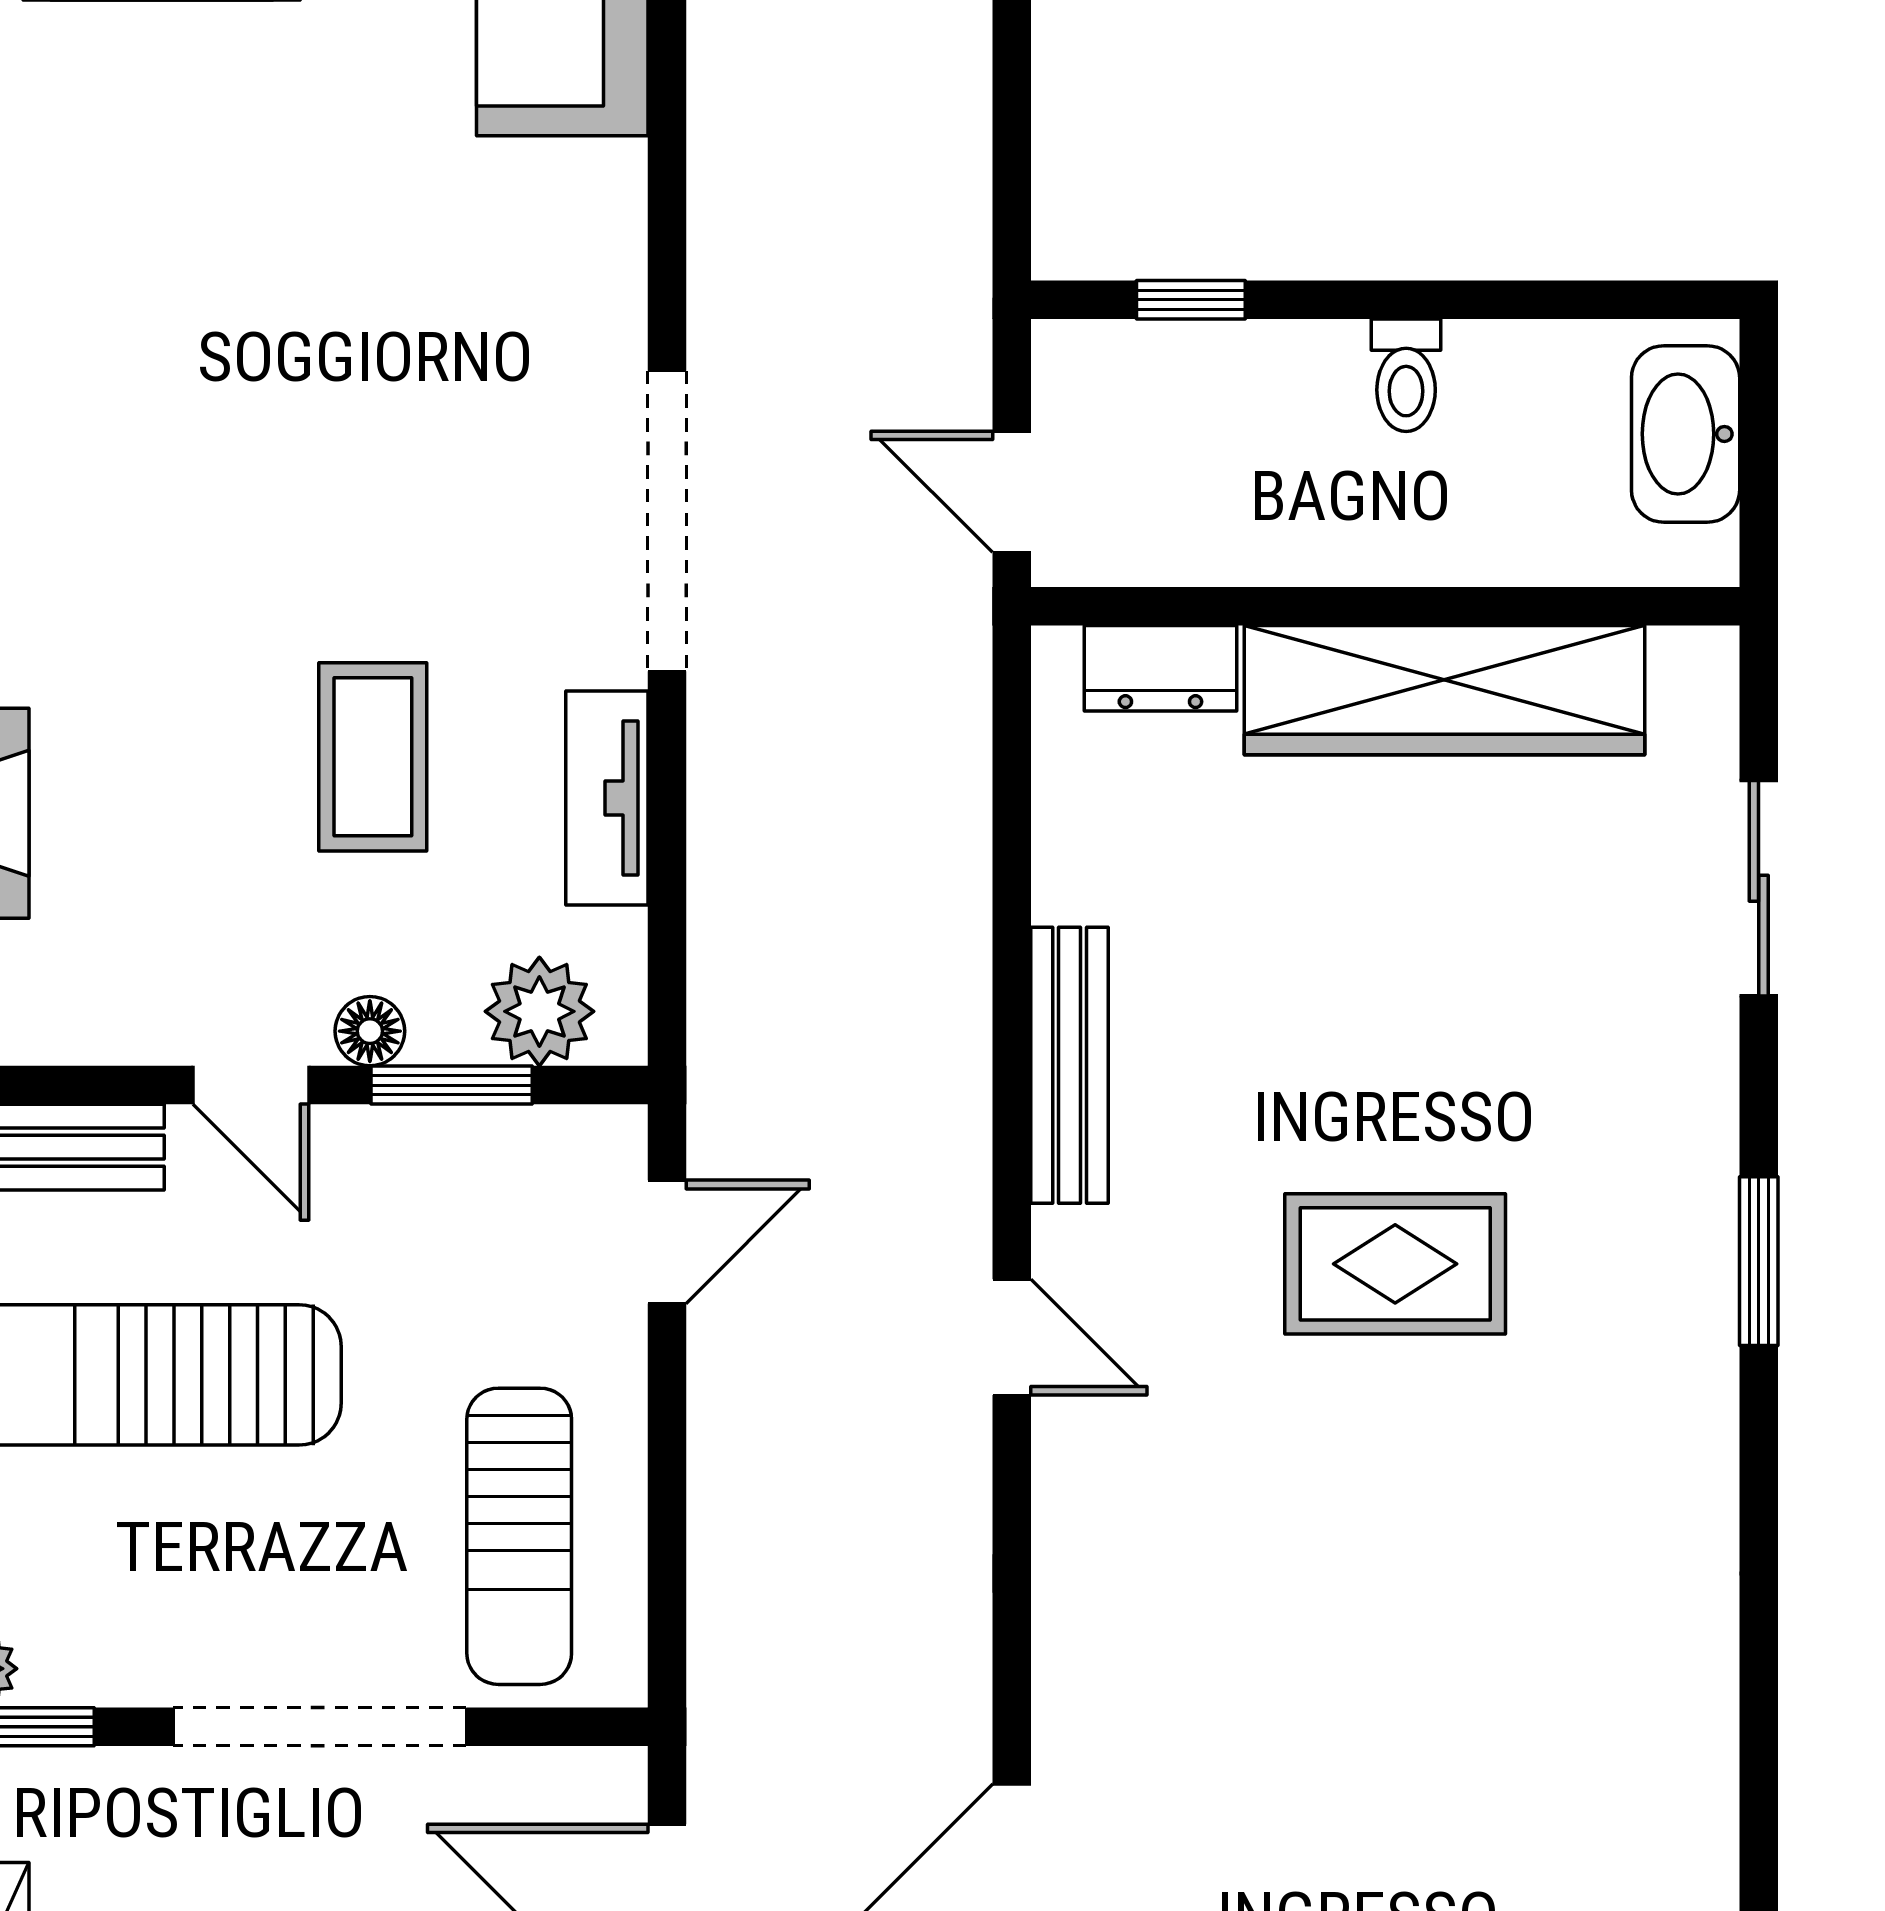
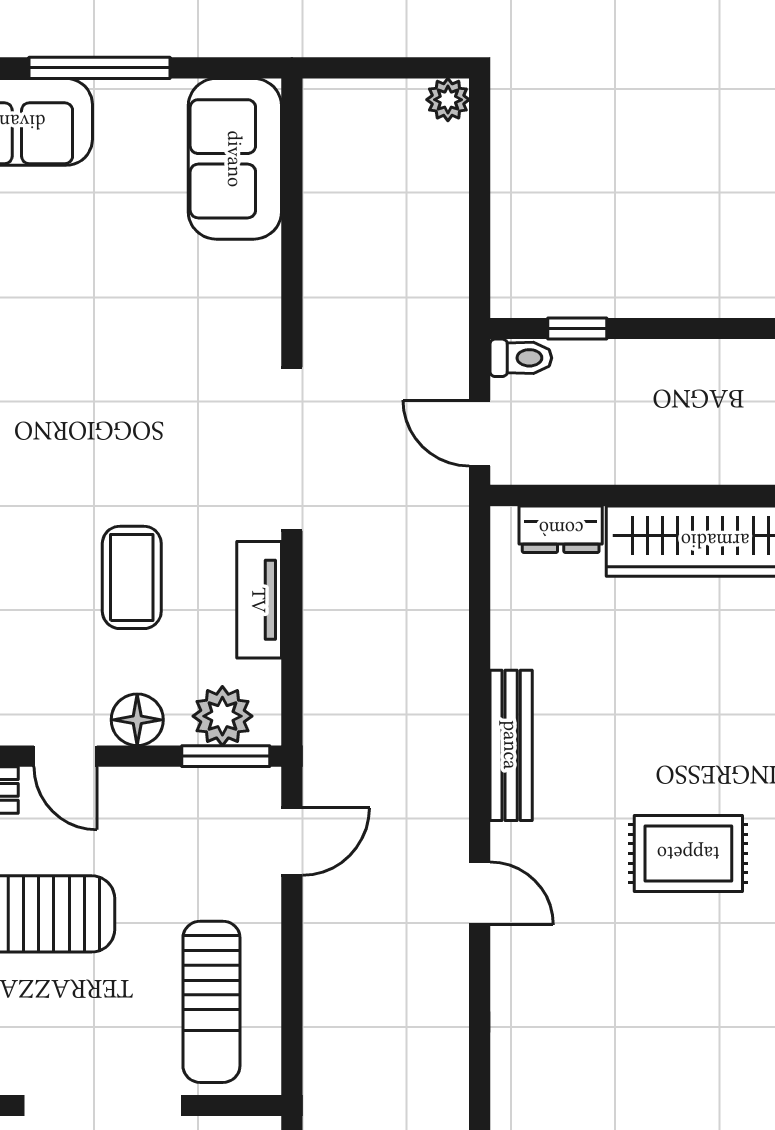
toilet: (1406, 375) -> (521, 358), moved, turned -90
floor lamp: (370, 1031) -> (137, 720), width x1.37, depth x1.37
window: (452, 1085) -> (226, 756), moved

